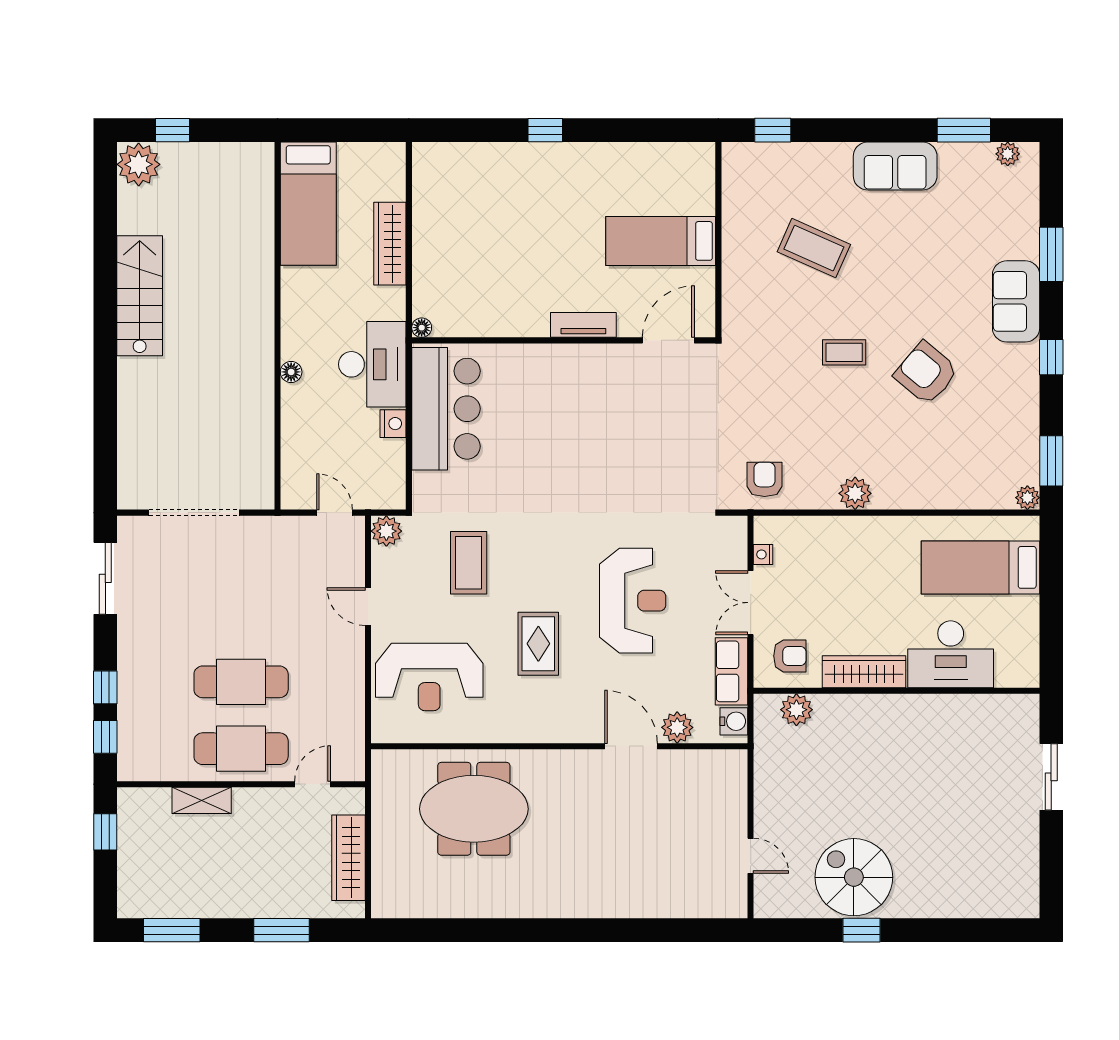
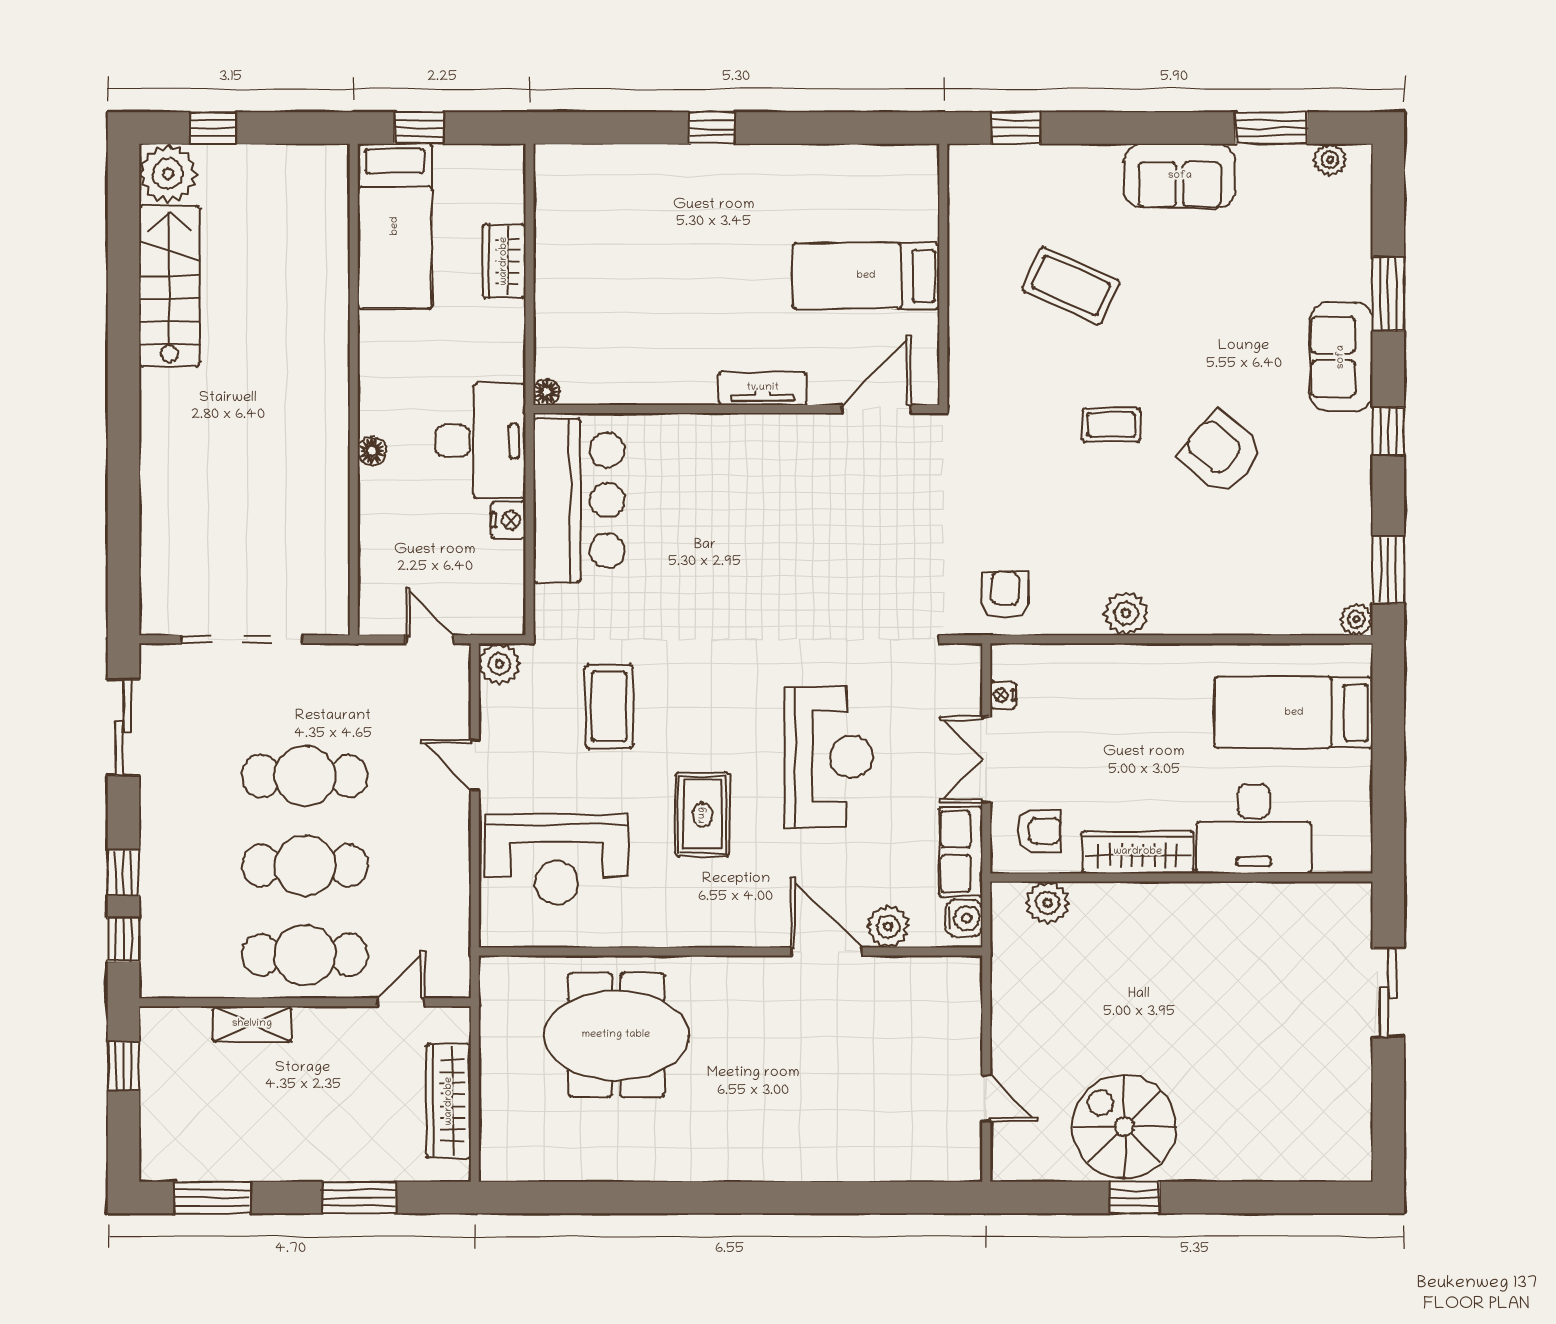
window: (327, 130) -> (419, 128), added
wardrobe: (390, 244) -> (504, 261), width x0.67
stairs: (140, 296) -> (169, 286), moved
cafe table: (241, 615) -> (305, 776), added

